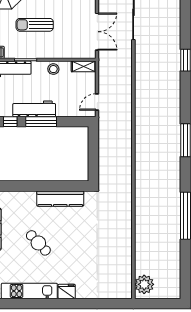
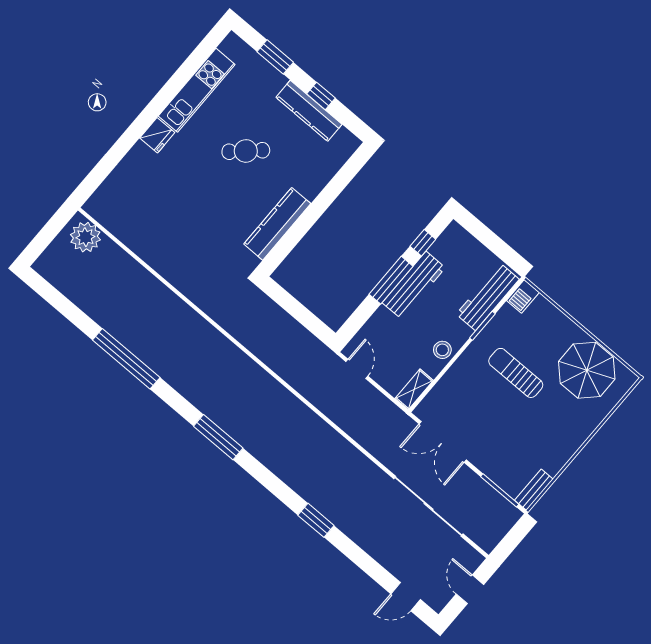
sun lounger: (35, 25) -> (516, 373), turned -90

